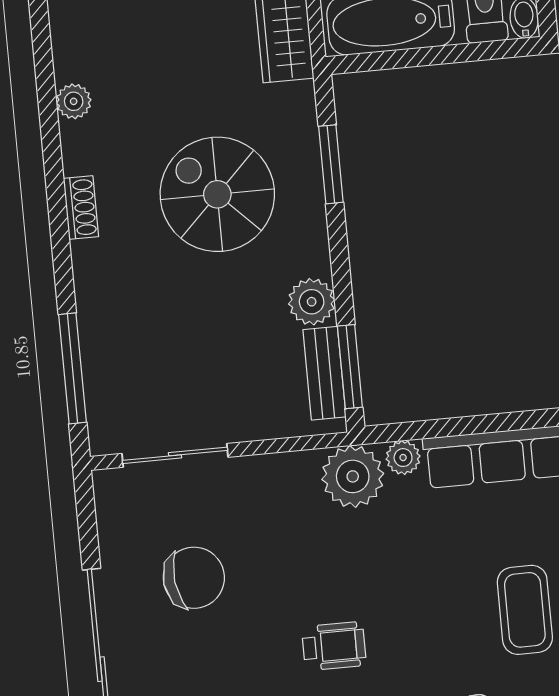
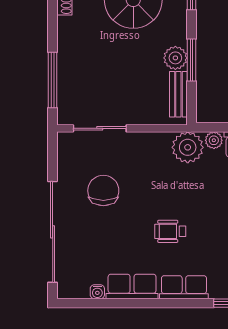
window: (350, 367) -> (192, 60), moved
chair: (194, 578) -> (103, 191), turned -83
wheelchair: (334, 646) -> (170, 231), turned 180

